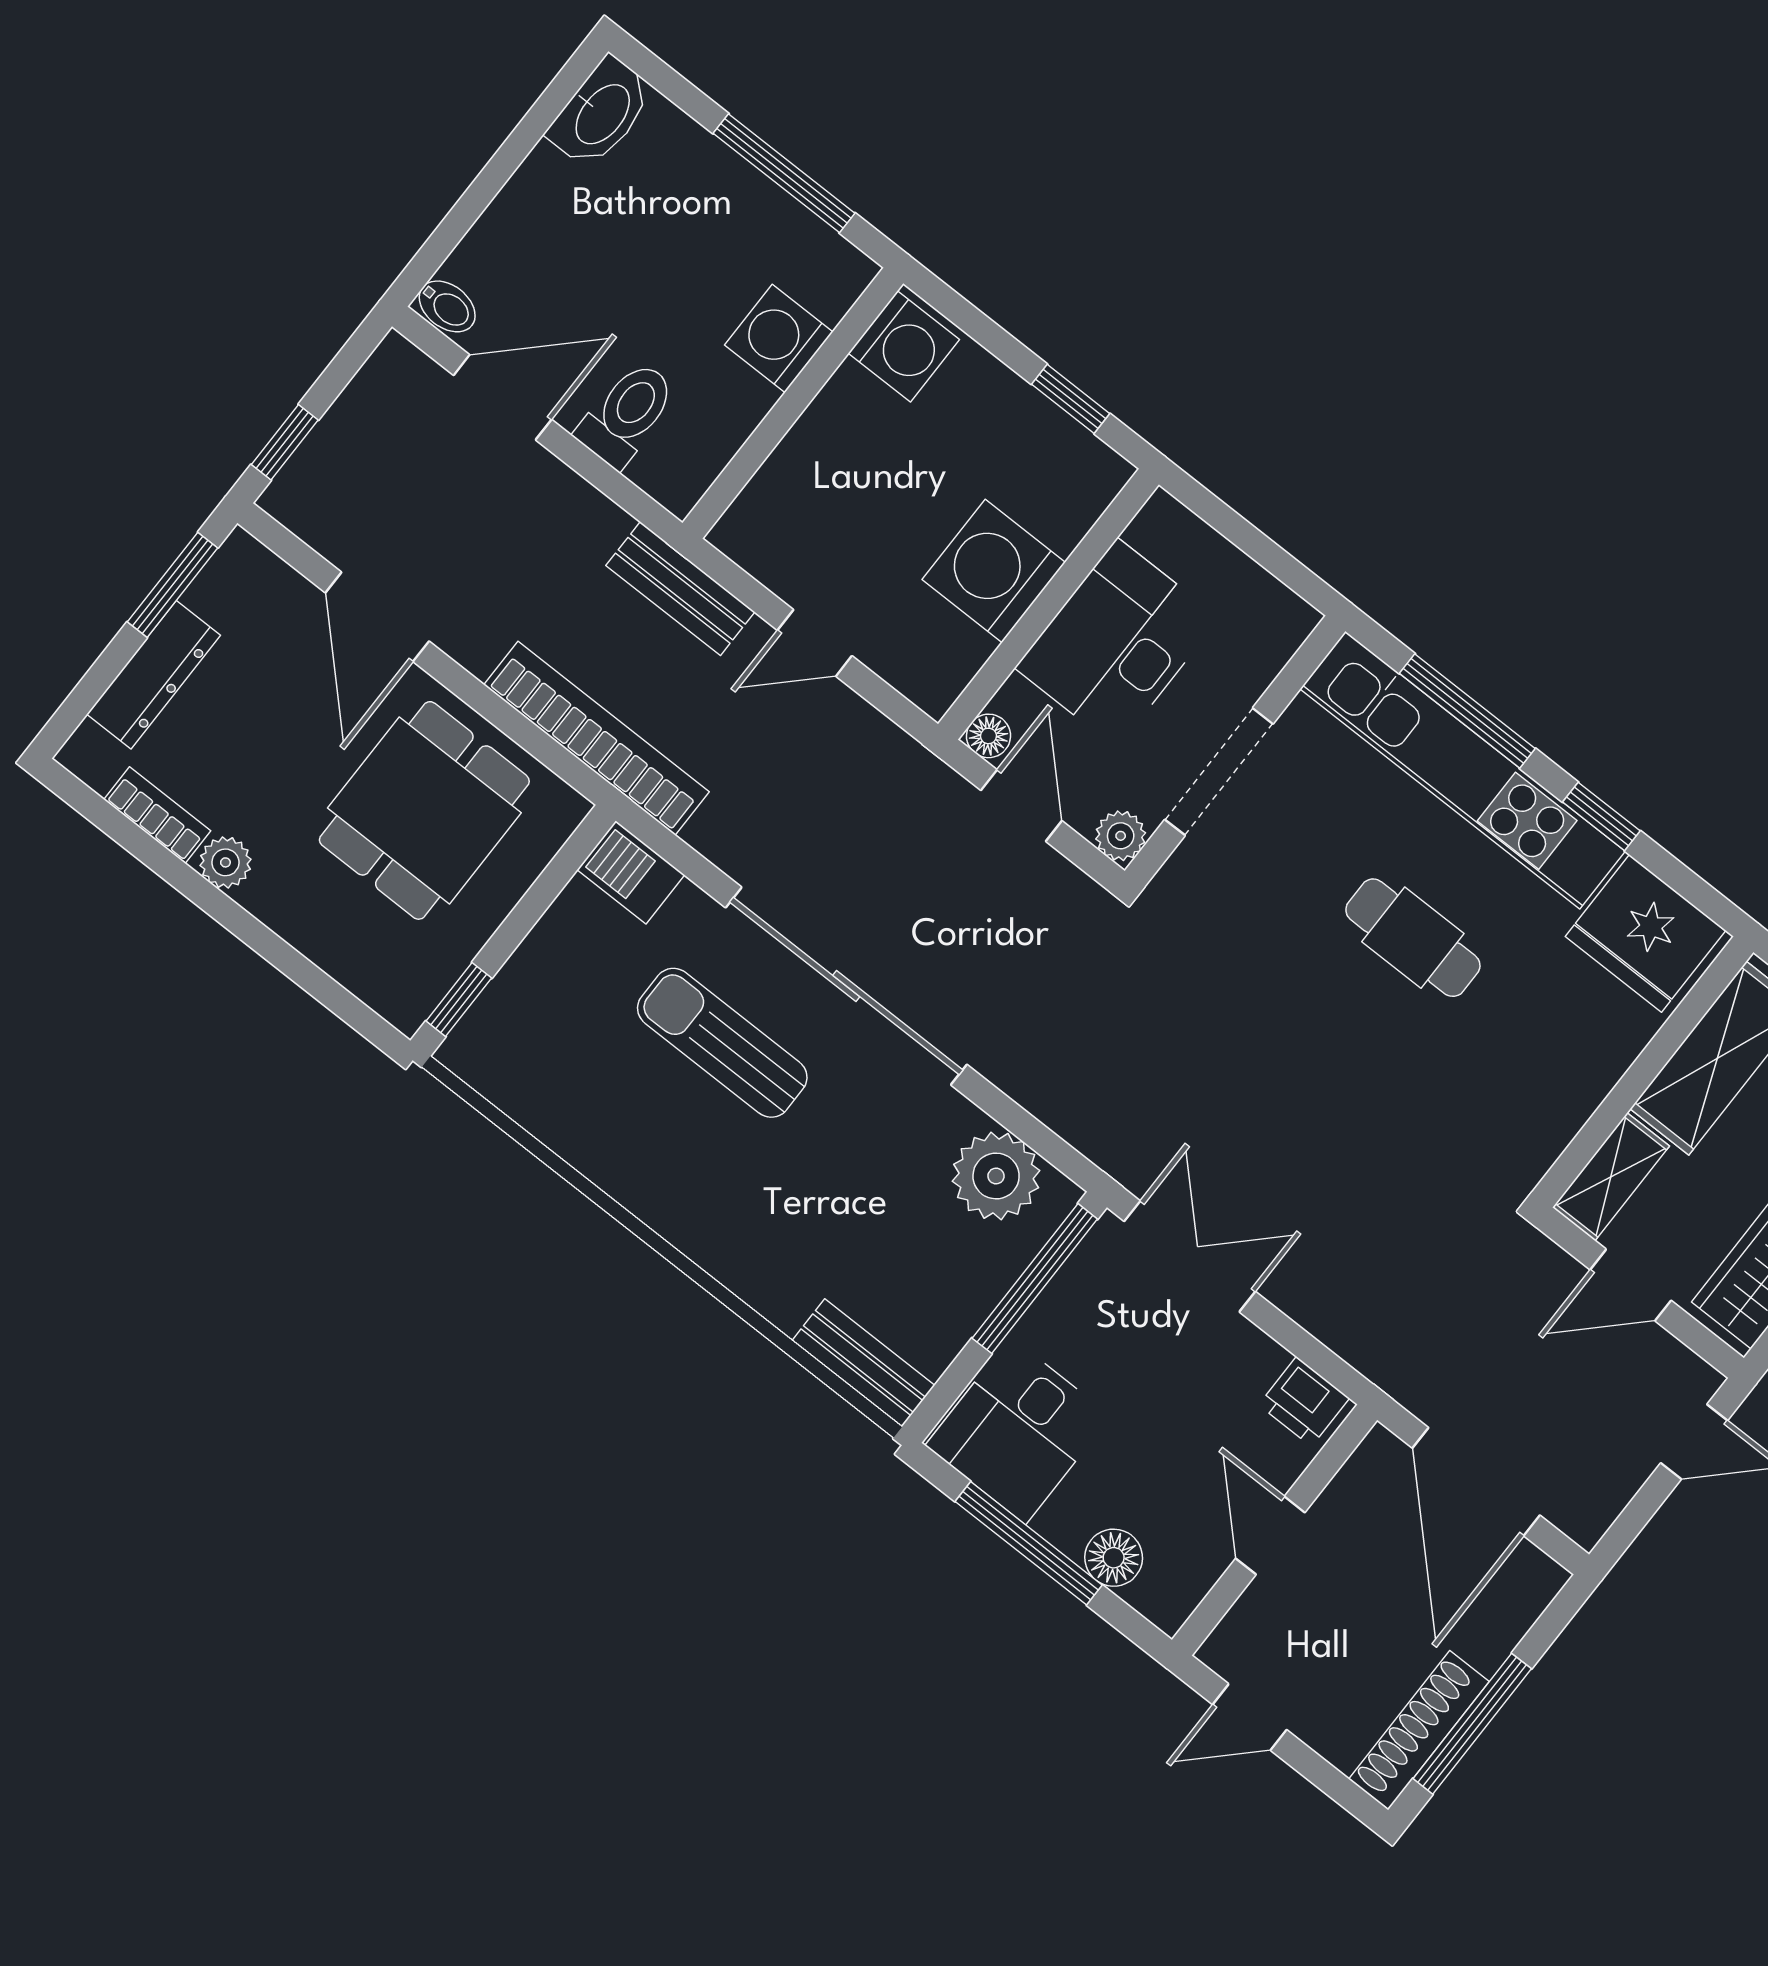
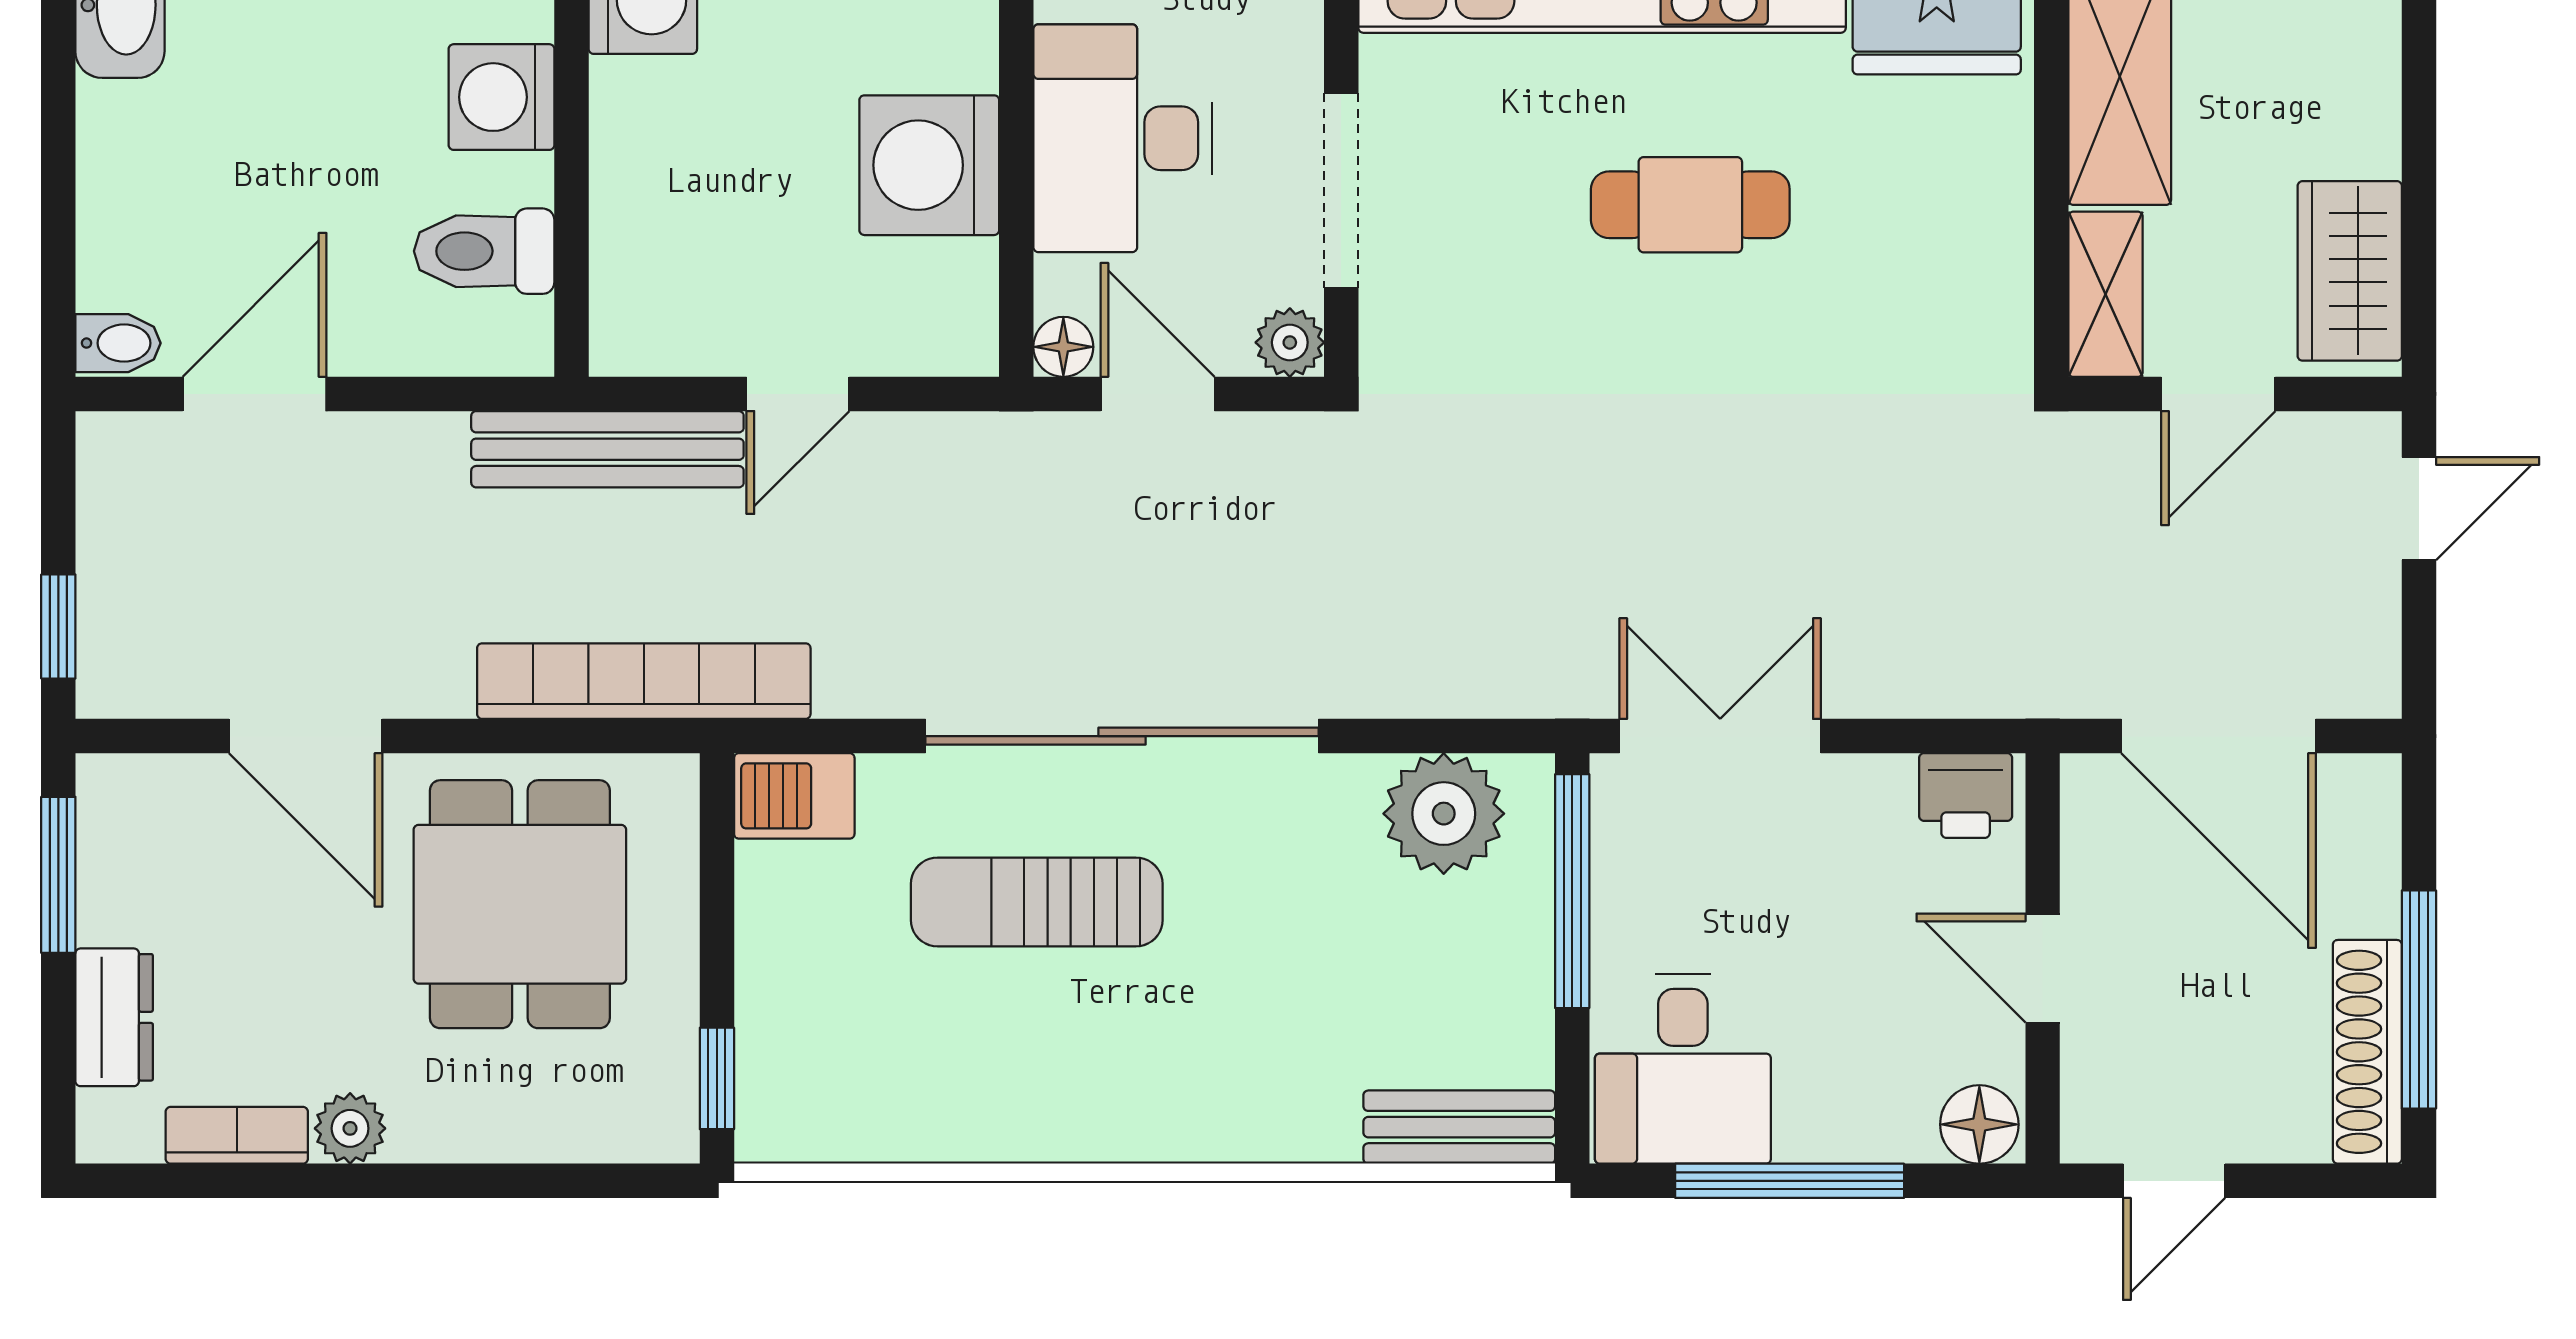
toilet: (627, 414) -> (484, 251), moved, turned -90
bench: (680, 589) -> (607, 449), width x1.36
dresser: (154, 675) -> (114, 1017), width x0.70
floor lamp: (1114, 1558) -> (1979, 1124), moved

